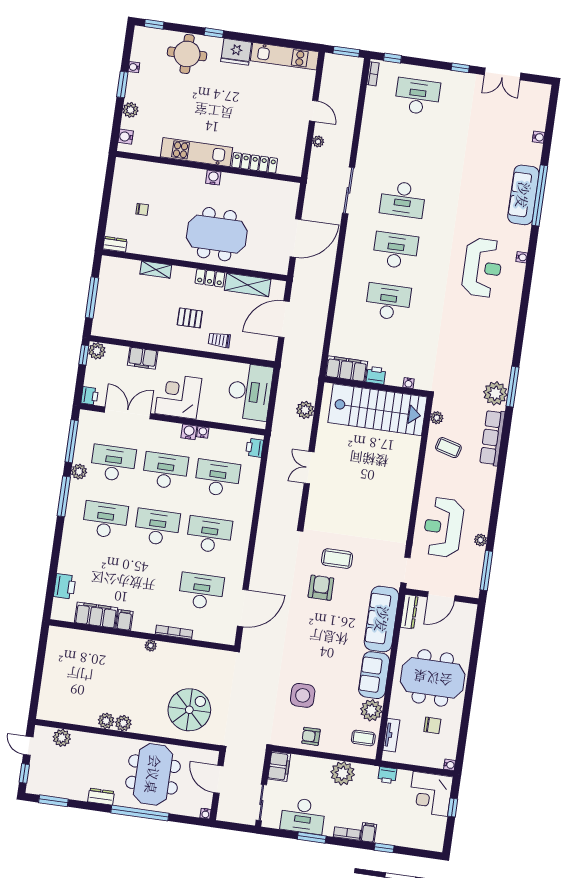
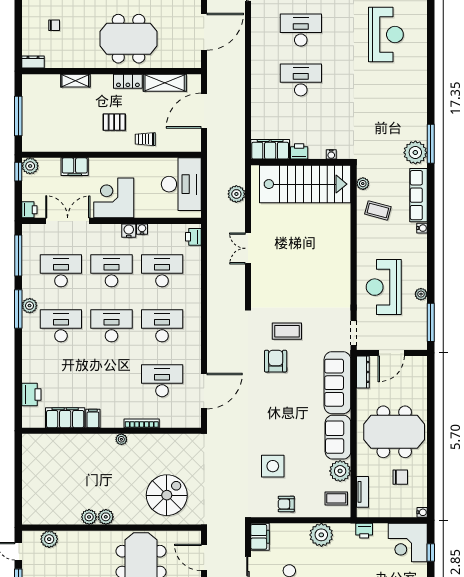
water cooler: (522, 257) -> (422, 228), moved
plant: (79, 472) -> (30, 306), moved

